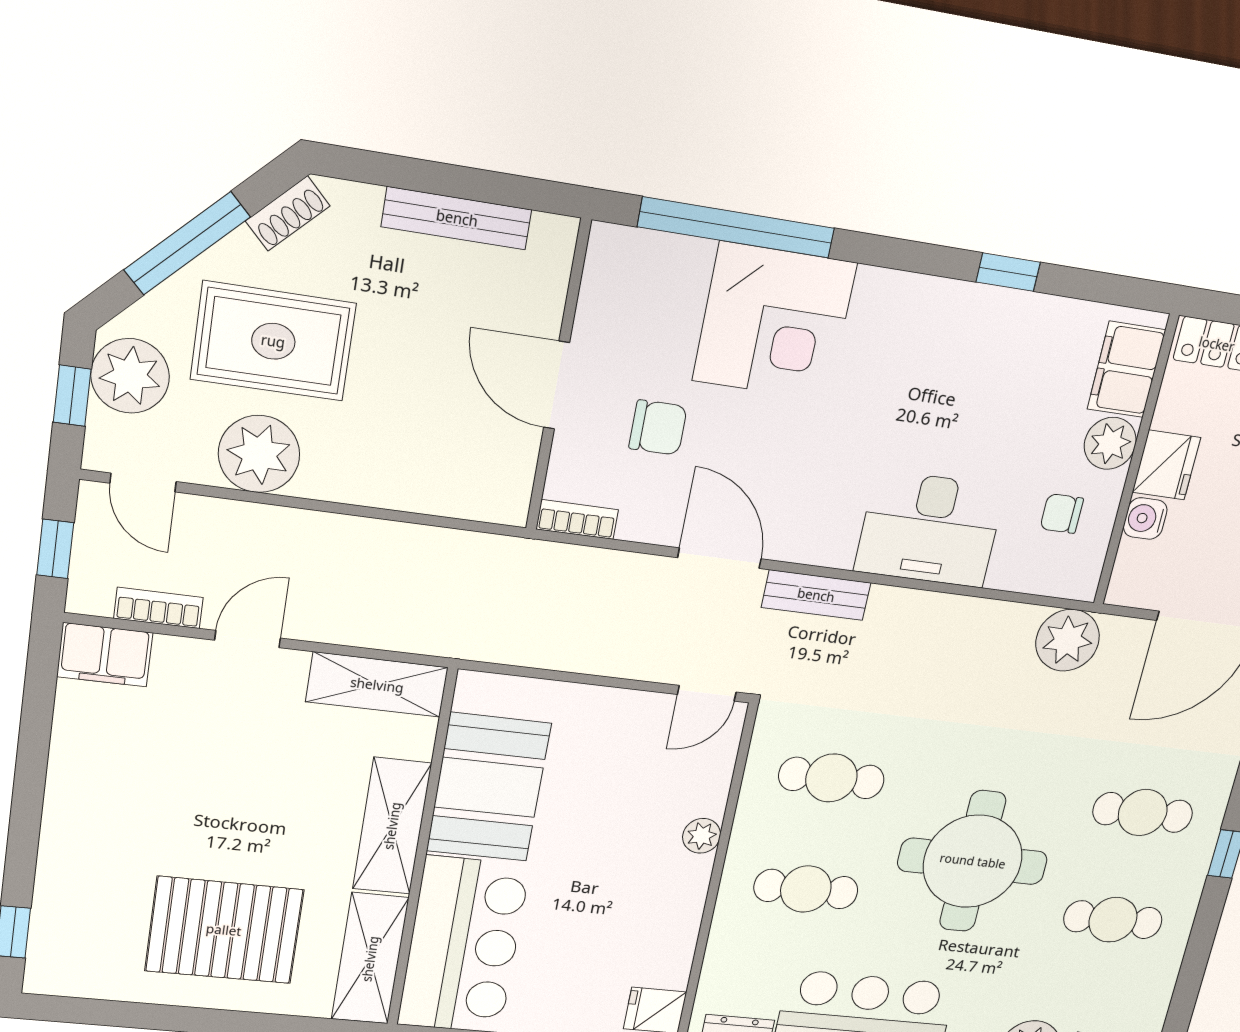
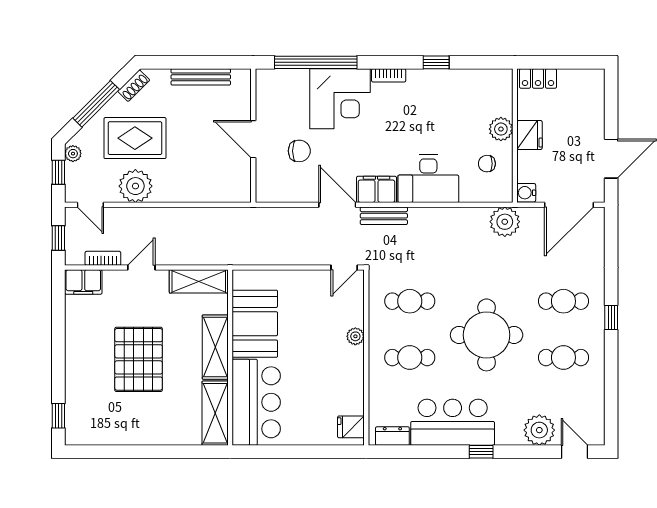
filing cabinet: (1126, 370) -> (377, 189), moved, turned 90
plant: (130, 376) -> (73, 154), width x0.53, depth x0.53
water cooler: (1145, 518) -> (526, 193), moved
bookcase: (577, 519) -> (389, 75), moved, turned 180
pallet: (224, 930) -> (139, 359), moved, turned 90

